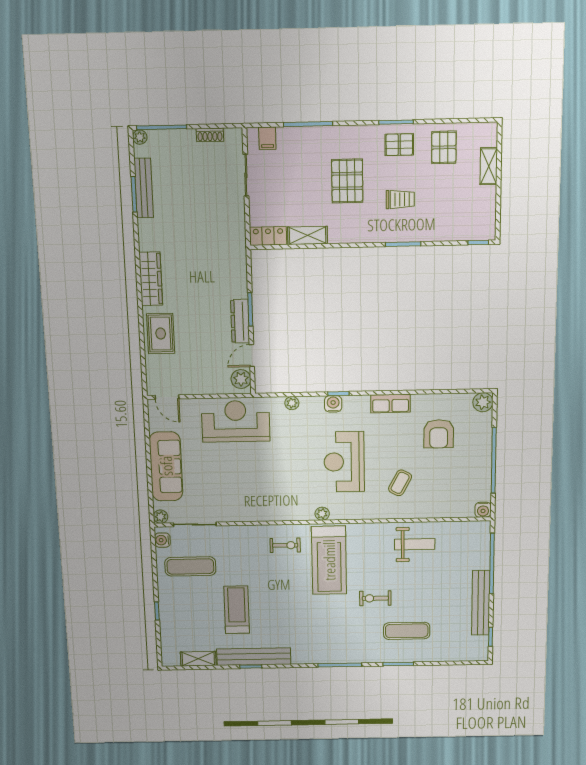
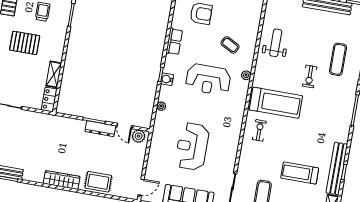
reception desk: (236, 421) -> (192, 146), moved
plant: (322, 514) -> (246, 75), moved

